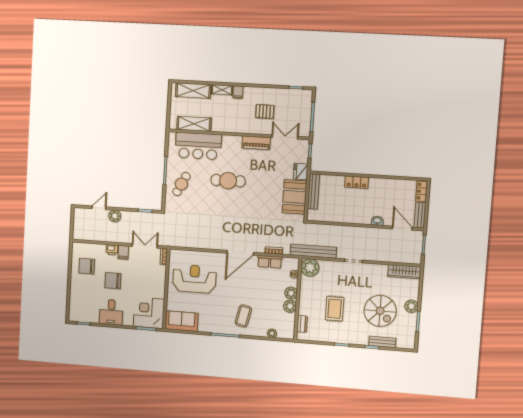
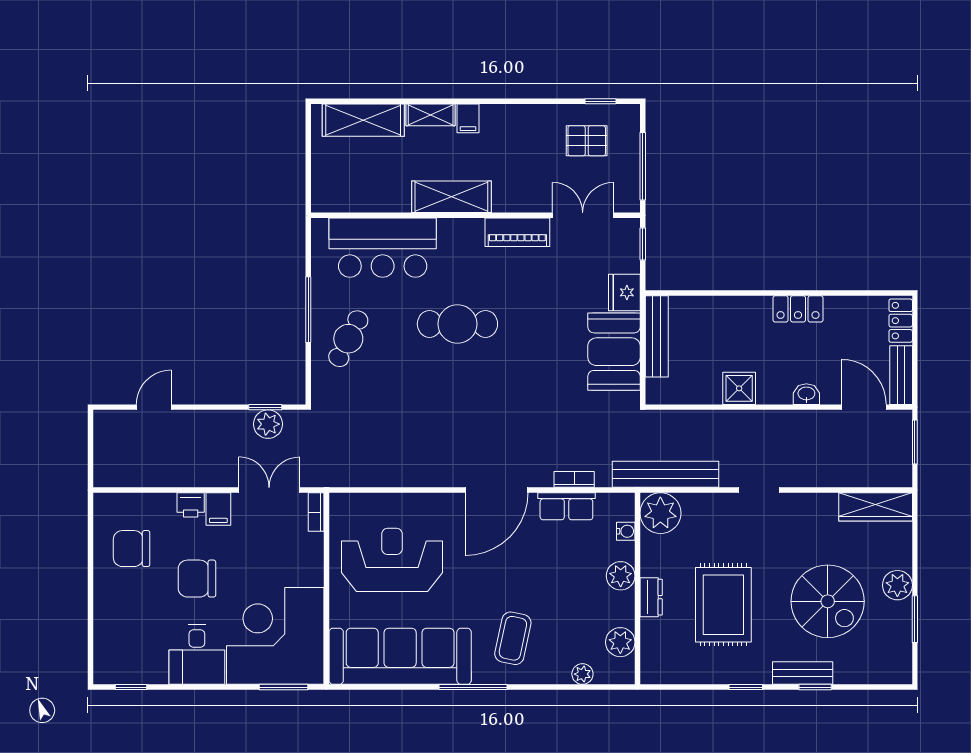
pallet: (265, 111) -> (587, 141), moved
shelving: (194, 124) -> (451, 197), moved
locker: (357, 182) -> (798, 309), moved
plant: (115, 216) -> (268, 424), moved
shower: (348, 216) -> (739, 388), added
plant: (290, 306) -> (620, 642), moved
rug: (335, 309) -> (723, 605), width x1.36, depth x1.43
corner desk: (149, 313) -> (275, 636), width x1.36, depth x1.36
sofa: (182, 321) -> (400, 656), width x1.85, depth x1.27
dresser: (302, 324) -> (651, 597), moved
bench: (382, 342) -> (803, 673), moved

